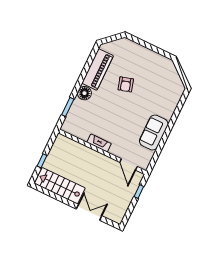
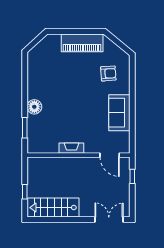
piano: (98, 69) -> (82, 43), moved, turned 90
armchair: (126, 84) -> (108, 73), moved, turned -78
double door: (89, 212) -> (109, 220), moved

